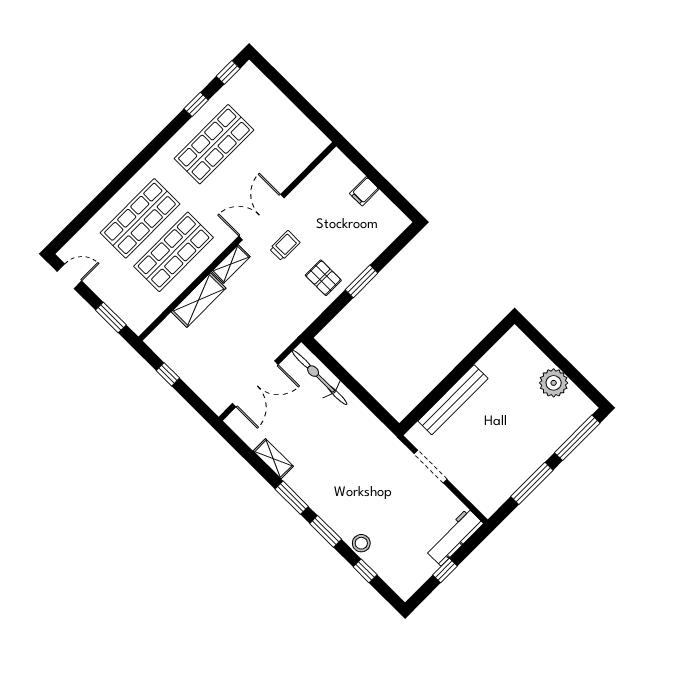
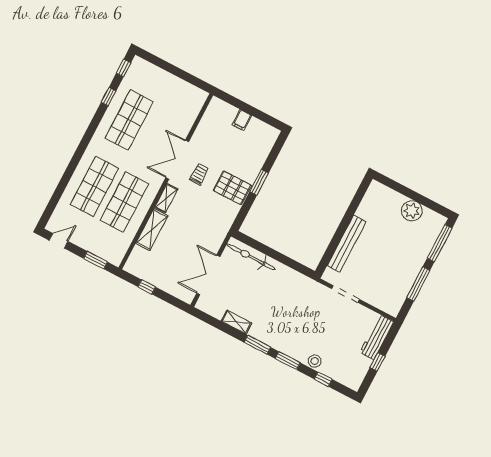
pallet: (323, 278) -> (232, 188), width x1.50, depth x1.42
double door: (255, 384) -> (208, 275), swing flipped

